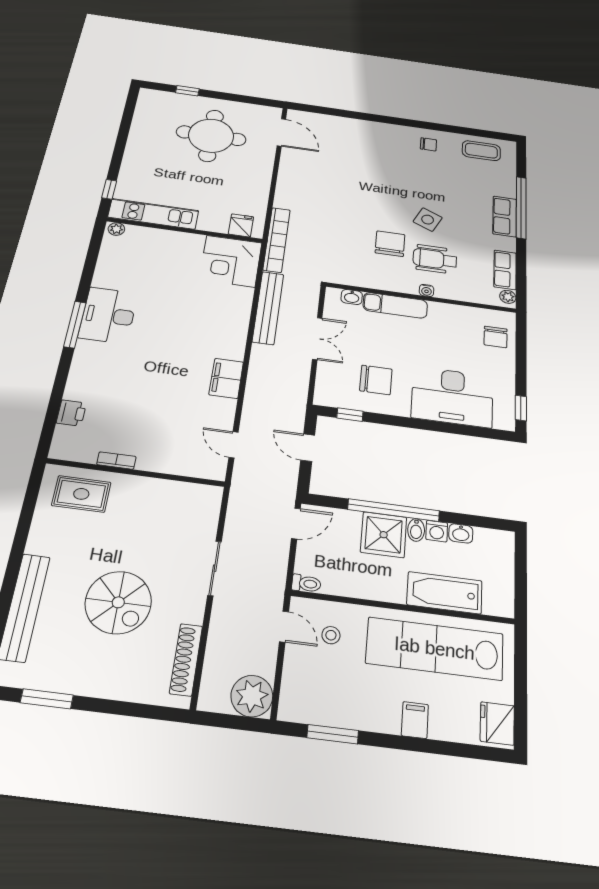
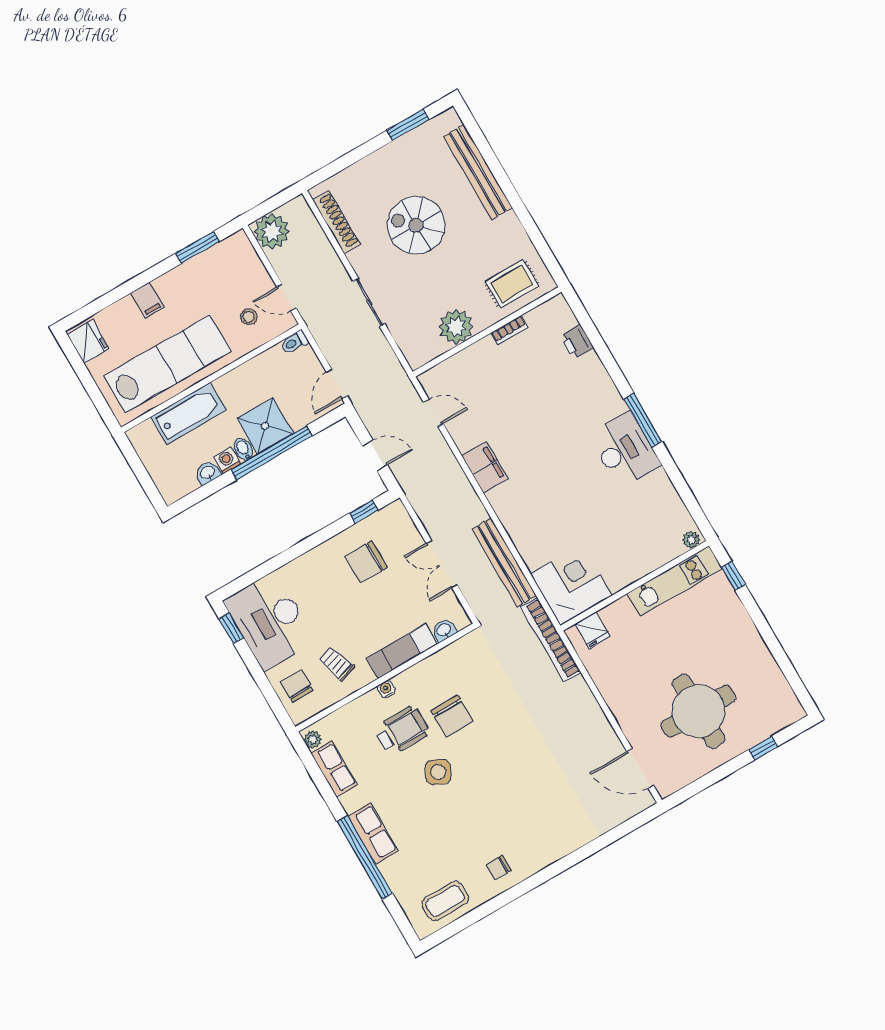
trolley: (453, 330) -> (337, 664), added
desk: (452, 397) -> (269, 621), moved, turned -90
plant: (158, 495) -> (456, 327), added

